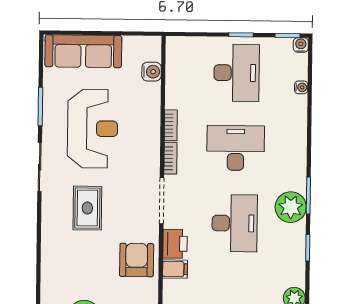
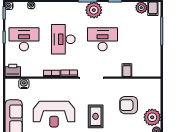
reception desk: (93, 129) -> (54, 114), turned 180
rug: (87, 208) -> (96, 116), turned 90
printer: (175, 244) -> (13, 70), moved
armchair: (137, 260) -> (129, 105), moved

